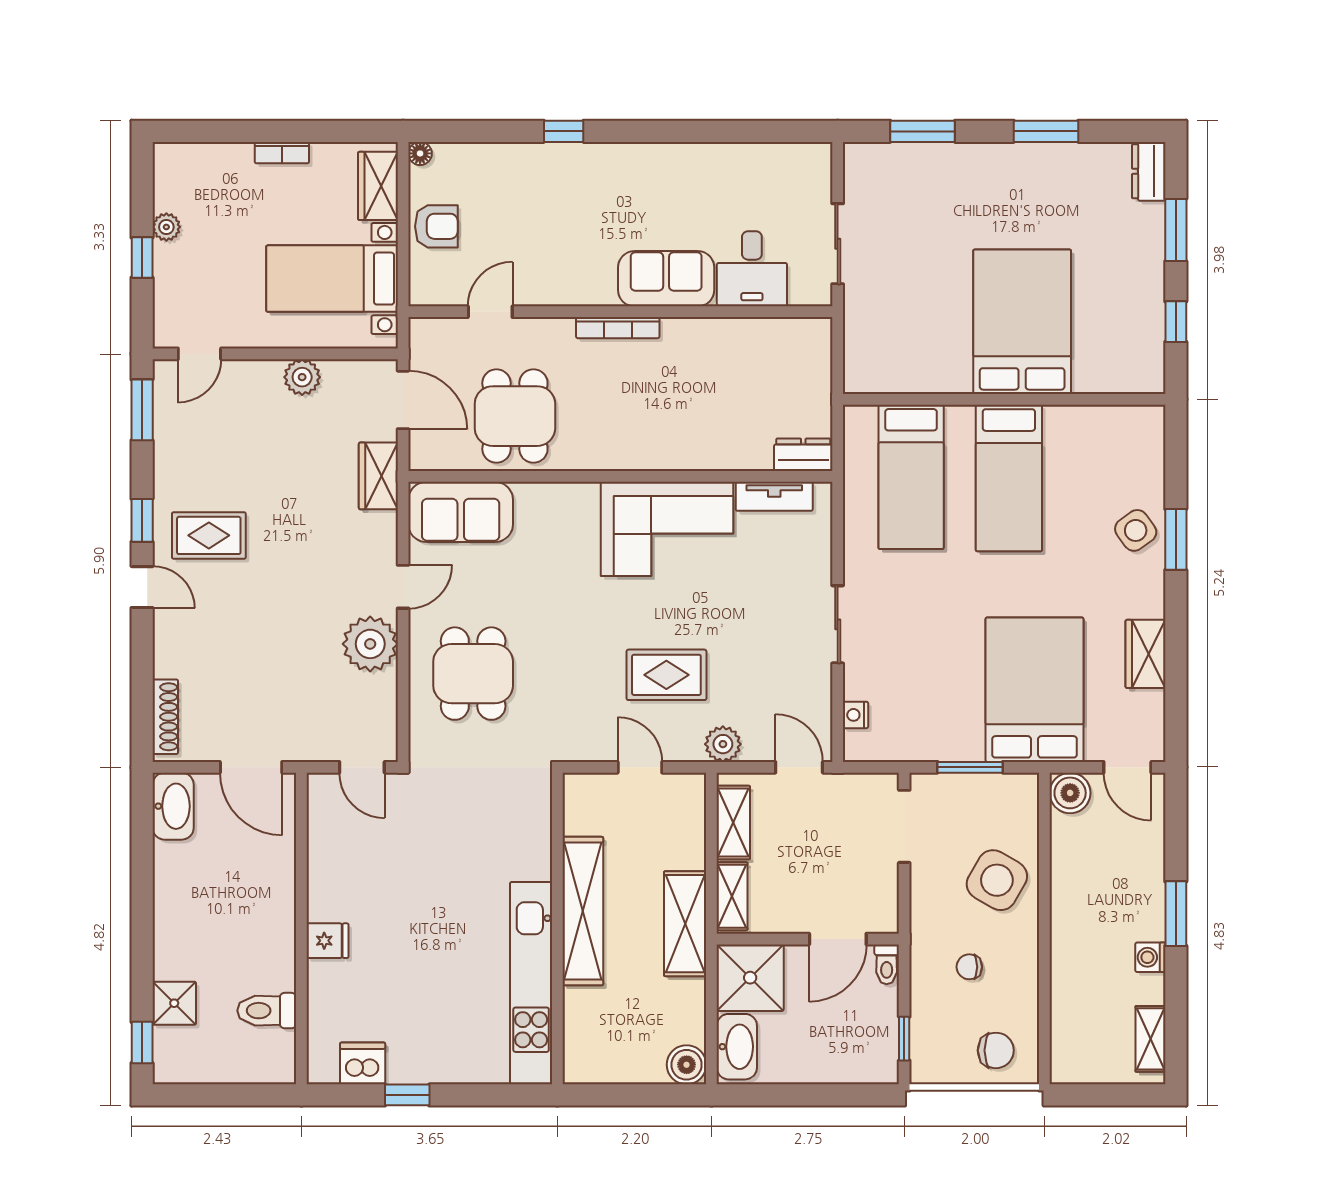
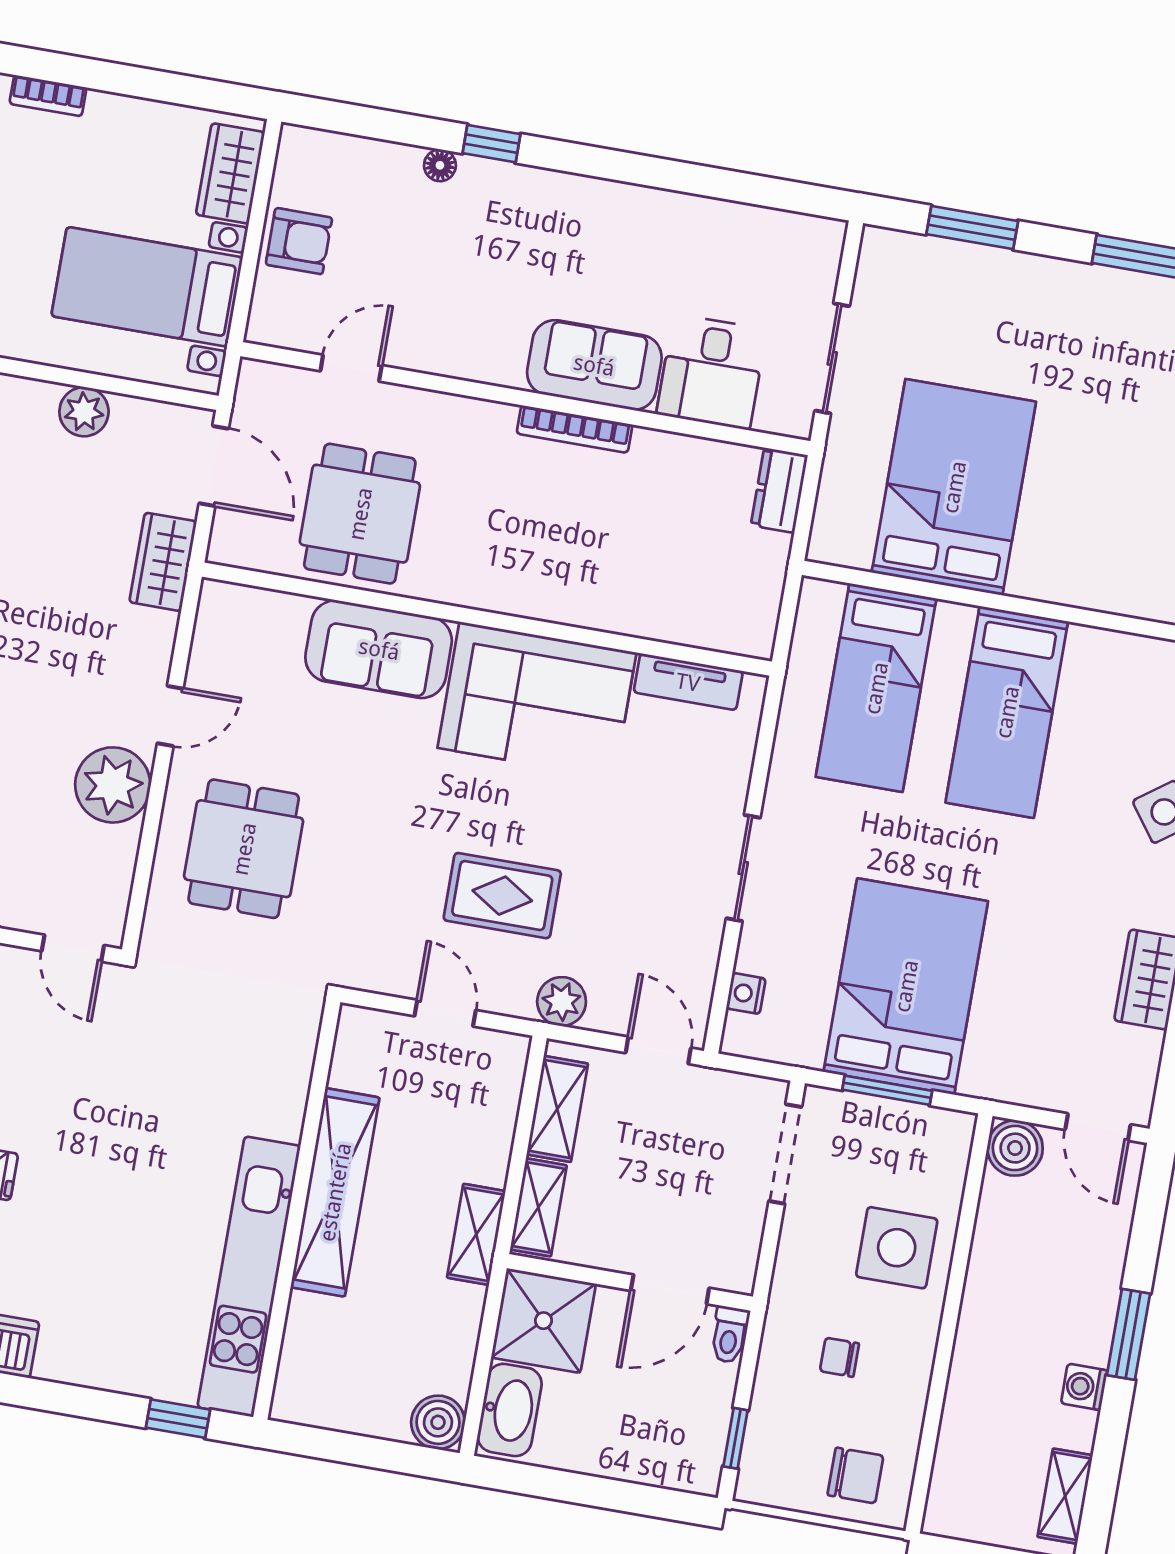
bookcase: (282, 153) -> (48, 96), moved
floor lamp: (420, 153) -> (440, 165), moved
bed: (1022, 322) -> (954, 487), moved
bookcase: (618, 328) -> (575, 429), moved
dresser: (803, 455) -> (779, 490), moved, turned -90
sofa: (461, 512) -> (379, 649), moved
bed: (1034, 690) -> (906, 986), moved
side table: (997, 880) -> (897, 1248), turned -30
shelving: (685, 924) -> (476, 1234), width x0.67, depth x0.75
window: (407, 1095) -> (178, 1419), moved

